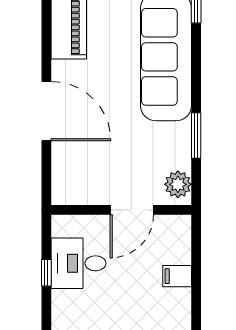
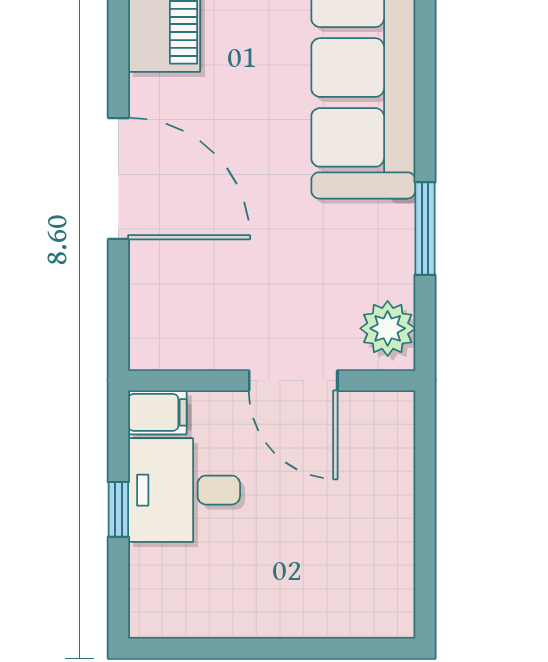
door: (132, 210) -> (293, 381), hinge flipped
filing cabinet: (177, 276) -> (157, 412), moved, turned 180

